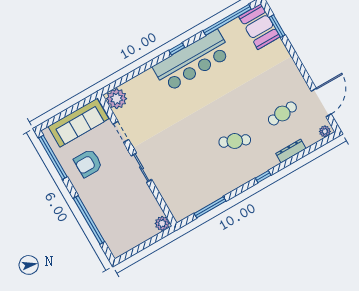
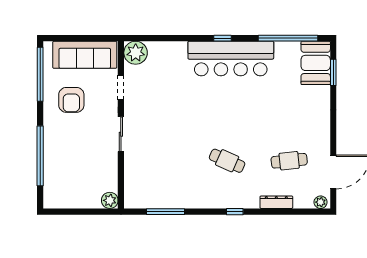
armchair: (88, 163) -> (71, 100), turned -90

